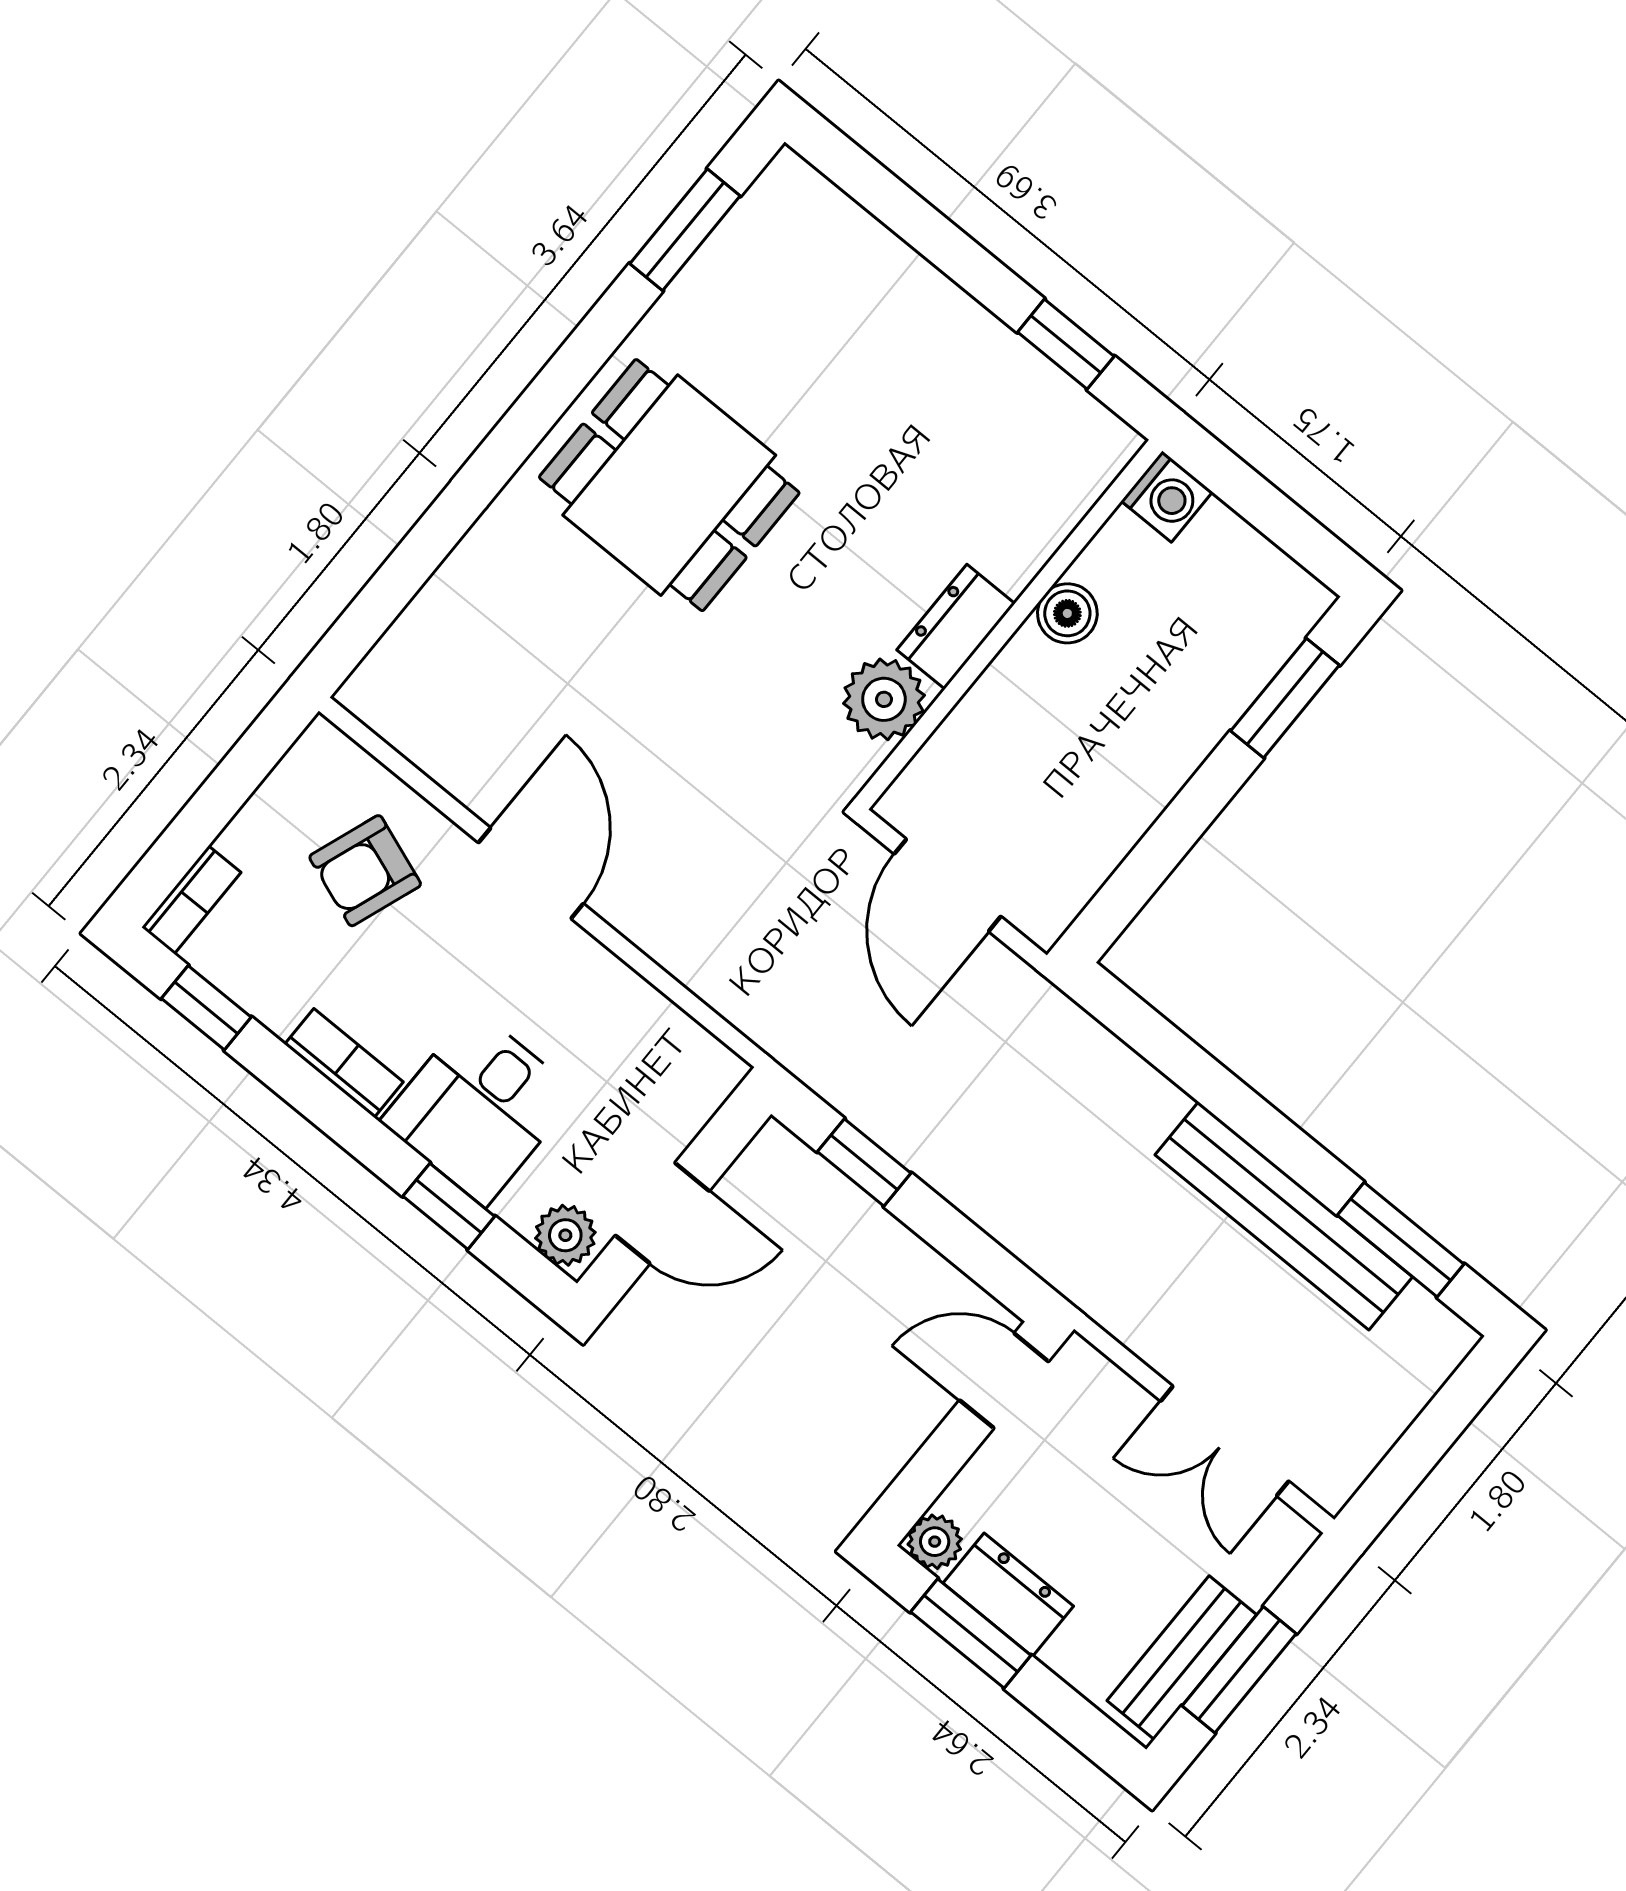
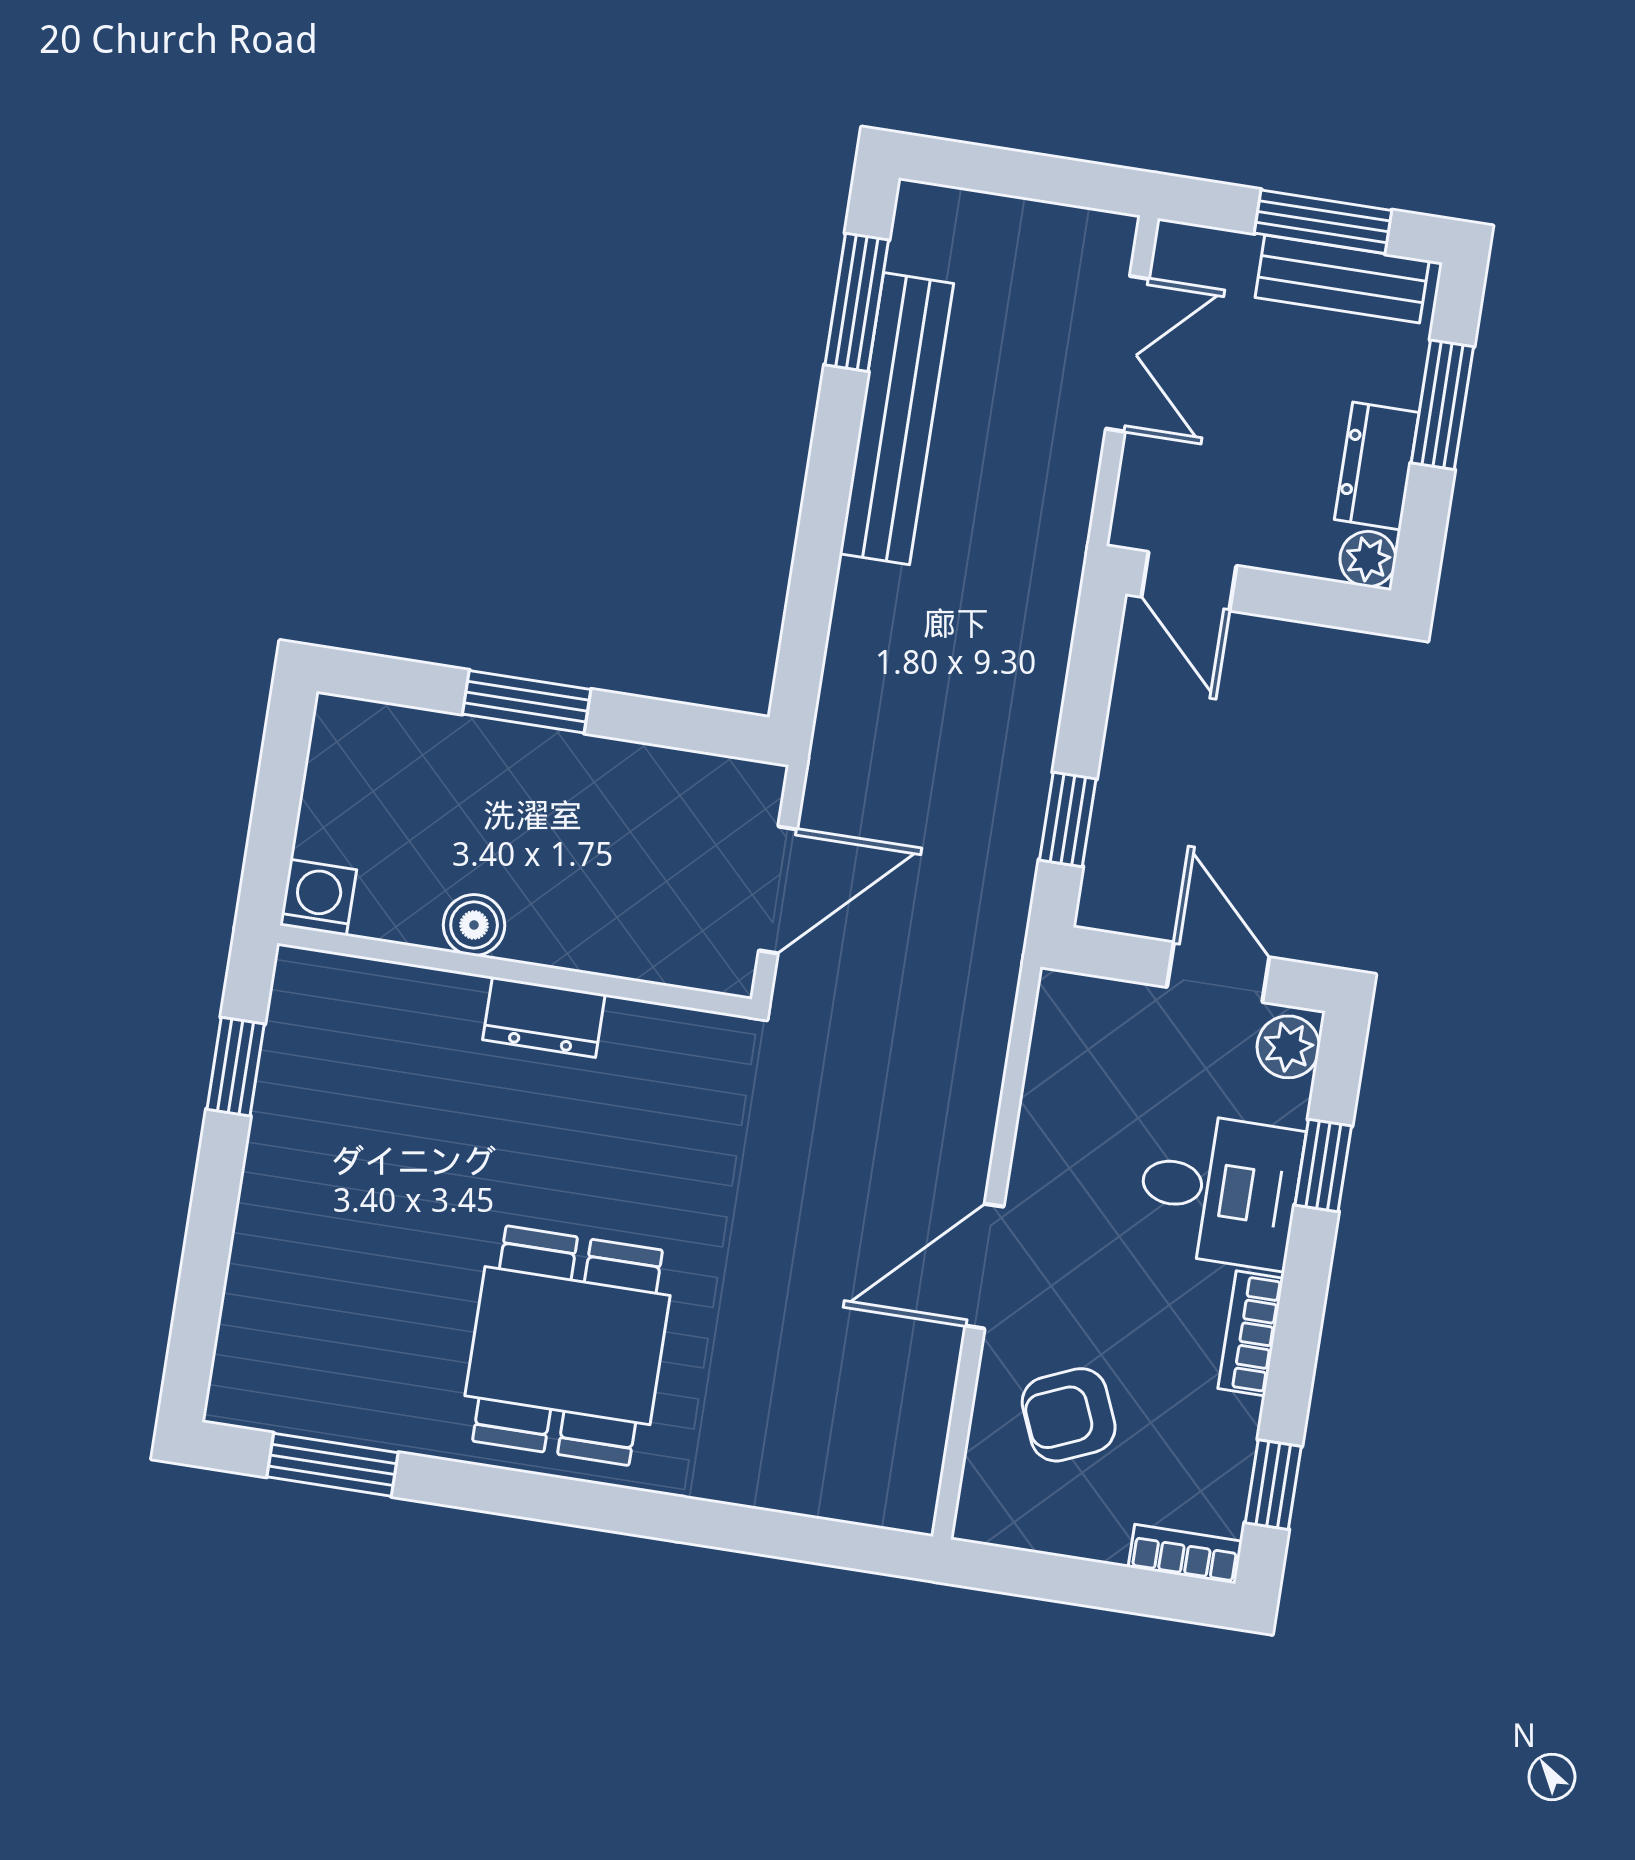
window: (1285, 698) -> (527, 702), moved
plant: (884, 699) -> (646, 1043), removed
armchair: (365, 871) -> (1069, 1415), turned 137
window: (971, 1634) -> (1442, 405), moved

